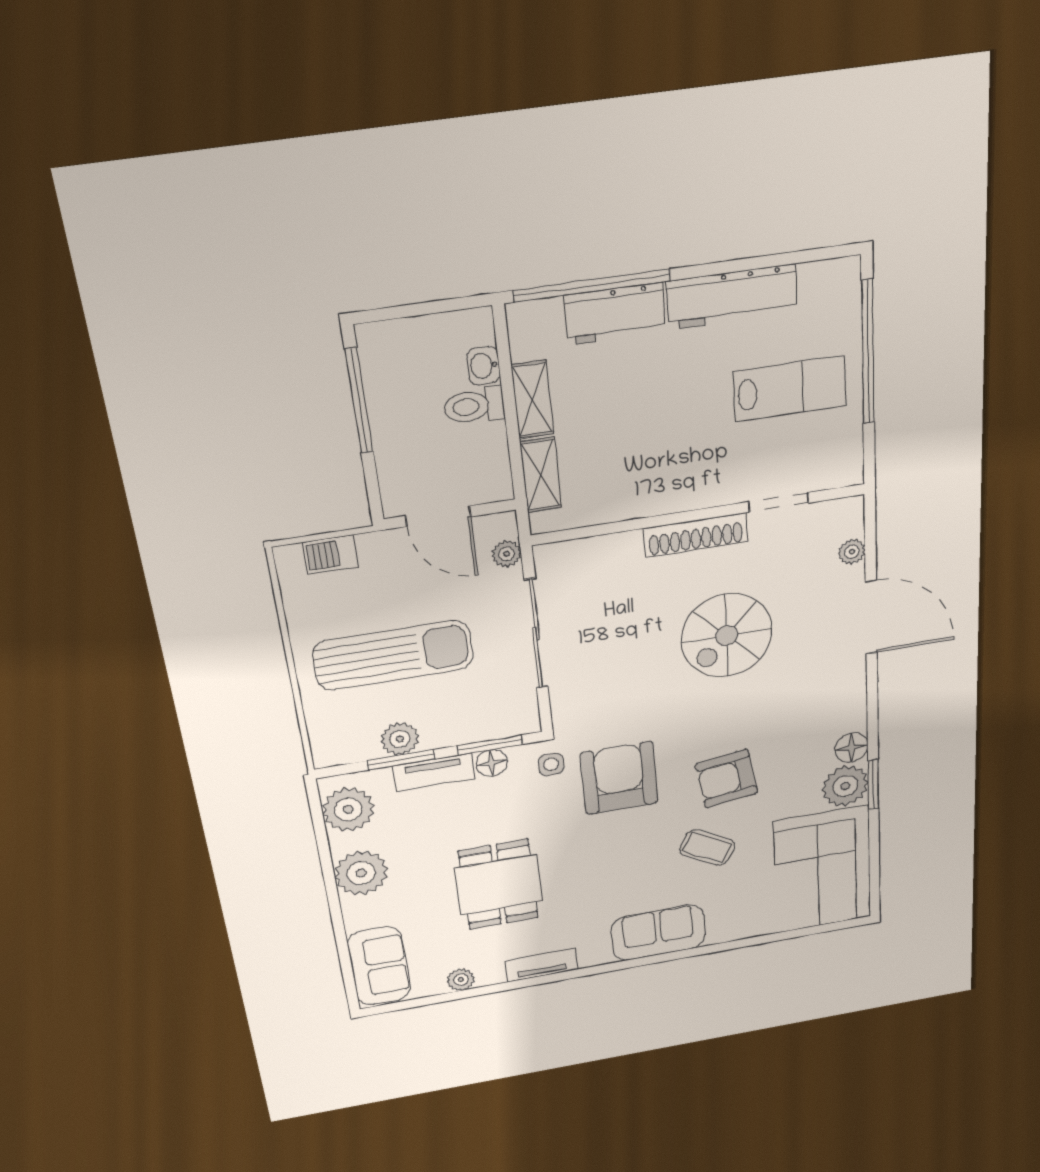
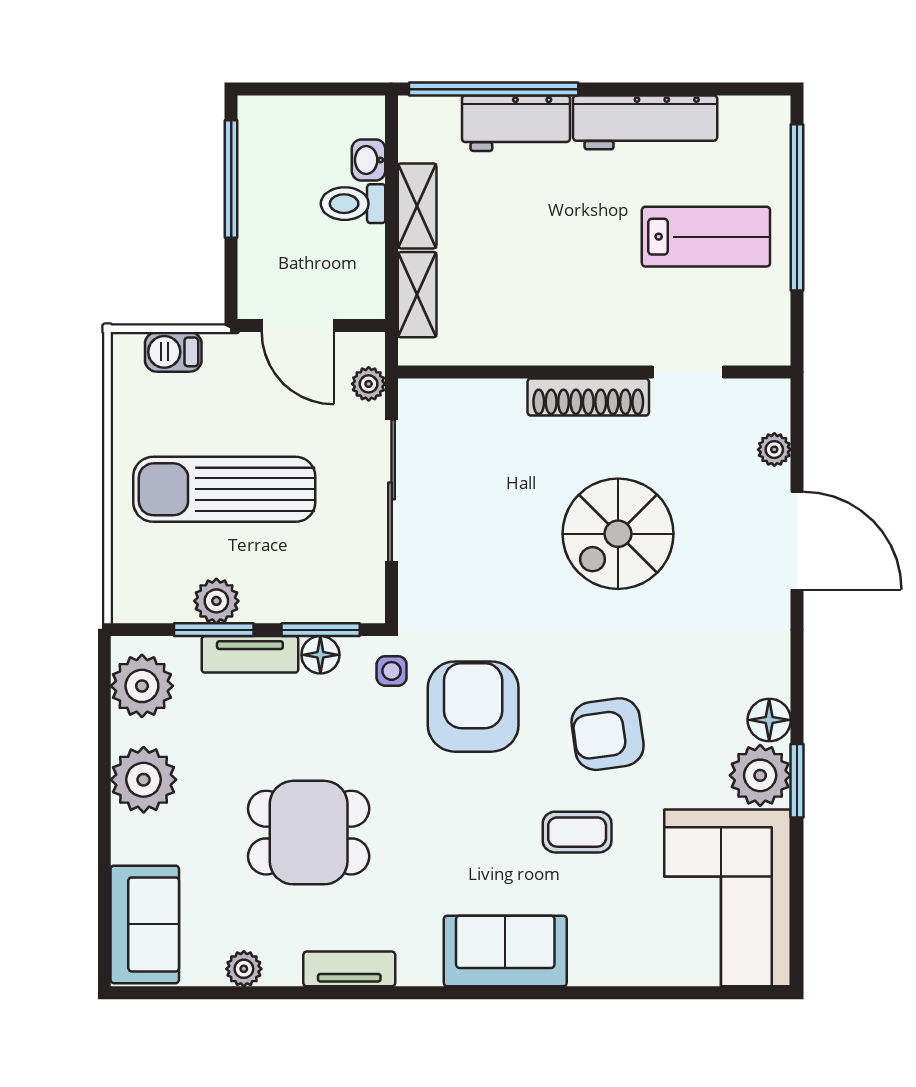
sun lounger: (393, 655) -> (224, 489), turned 180
coffee table: (707, 848) -> (577, 832), turned -30
dining table: (499, 885) -> (309, 833), turned 90

